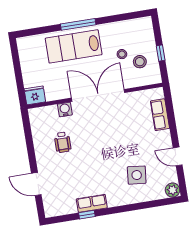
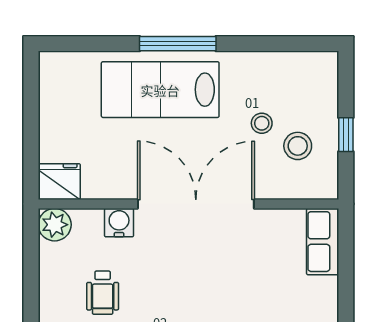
plant: (36, 115) -> (55, 225), added
row of seats: (160, 115) -> (323, 242), moved

